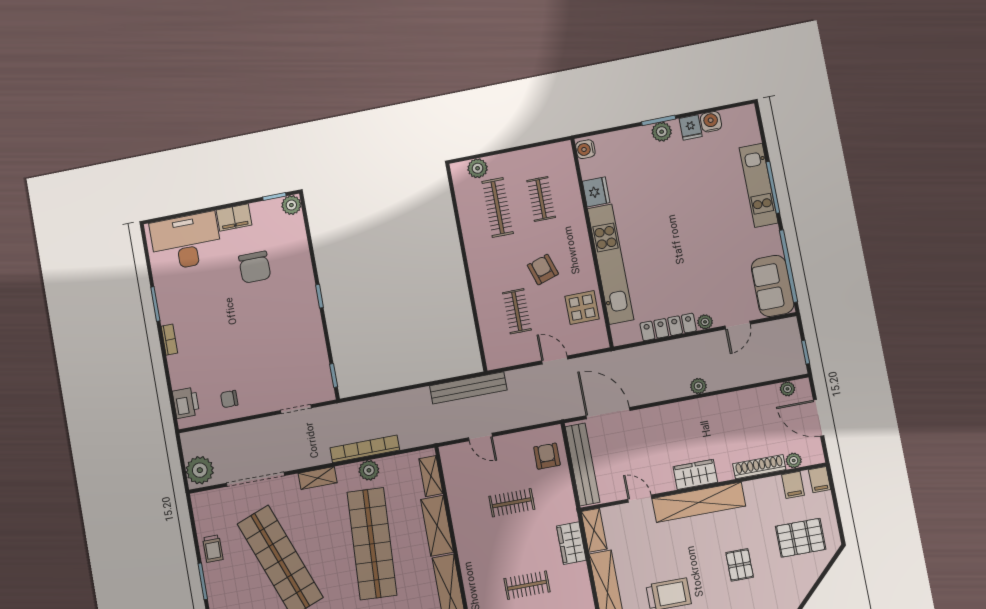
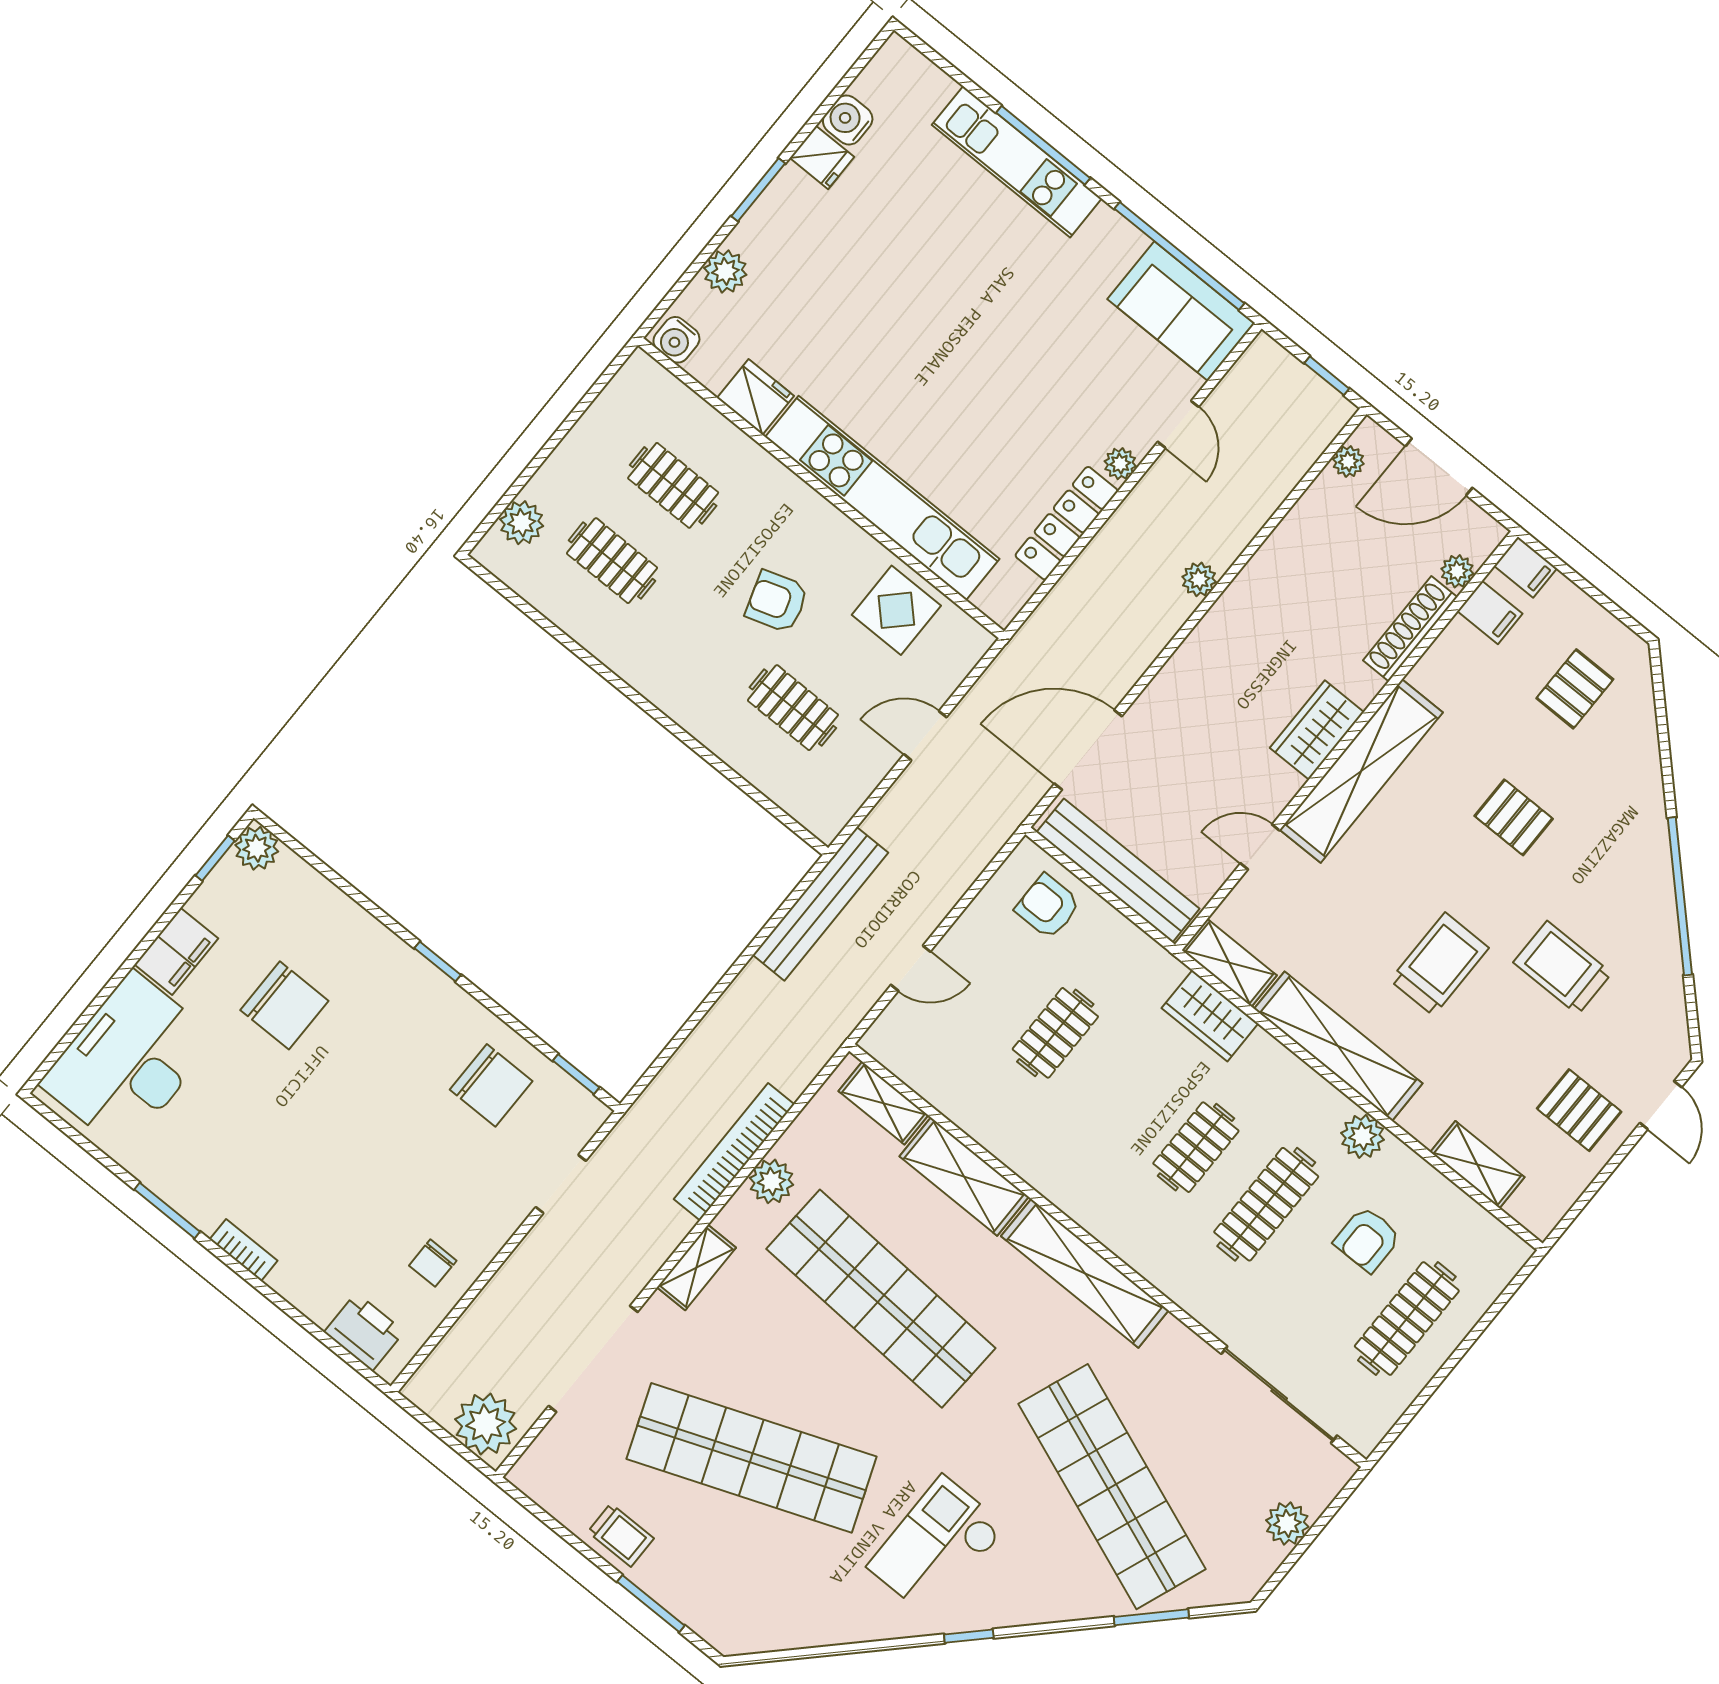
plant: (662, 132) -> (725, 271), moved
clothes rail: (498, 207) -> (612, 561), width x0.73
chair: (301, 355) -> (491, 1085), added
pallet: (801, 538) -> (1575, 689), width x0.67, depth x0.71

